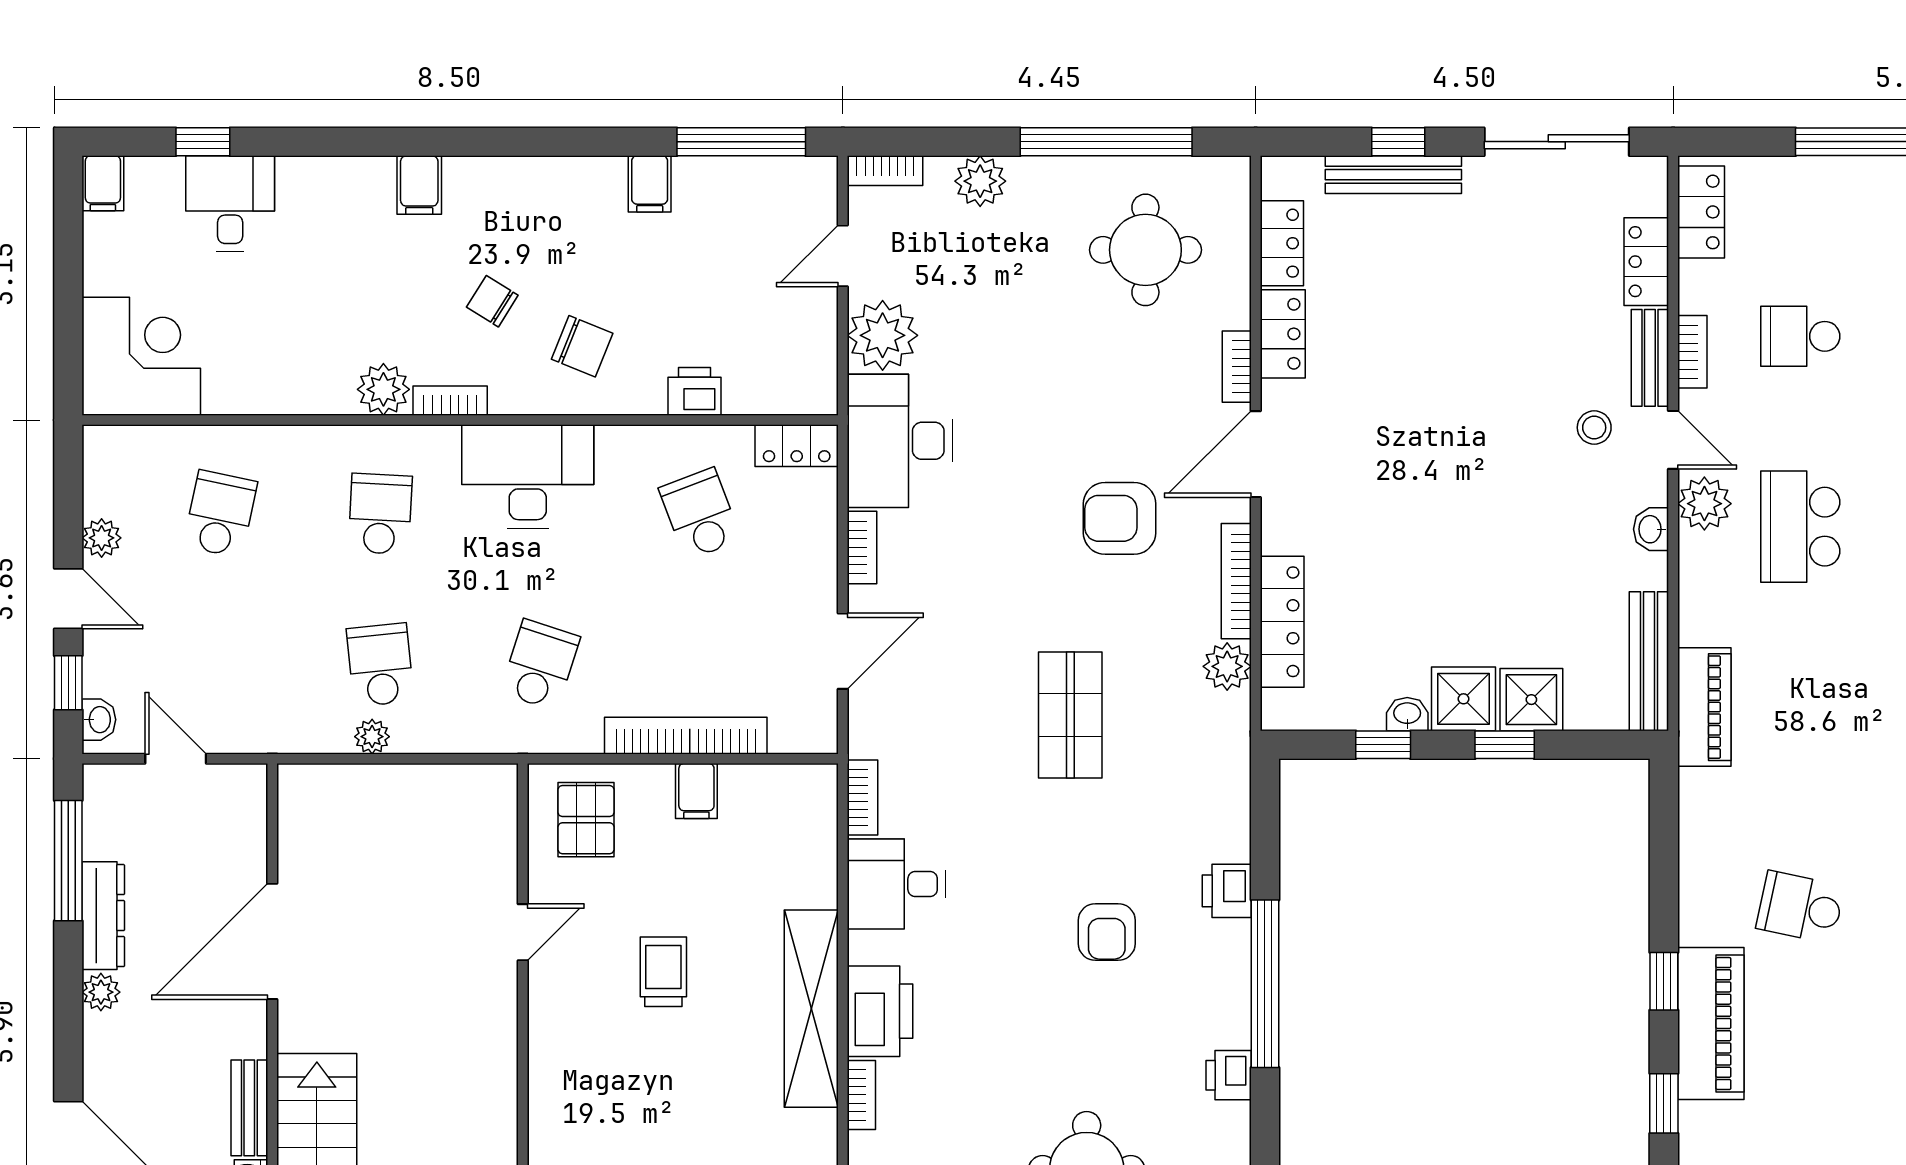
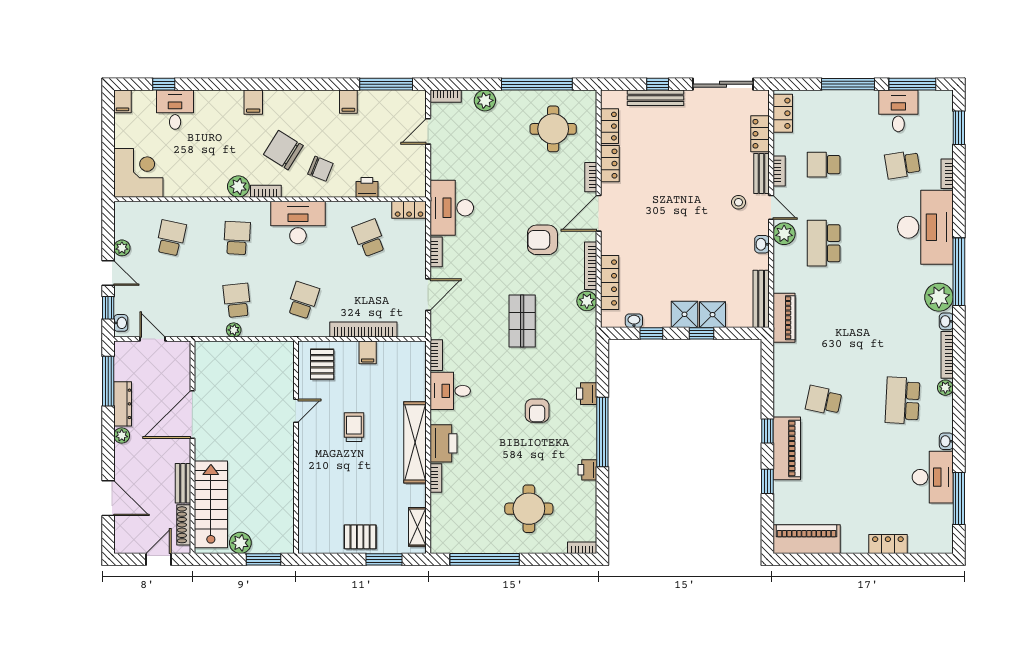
chair: (492, 301) -> (283, 150), width x1.87, depth x1.87
plant: (883, 335) -> (445, 164), removed
washbasin: (1407, 714) -> (634, 321), moved

